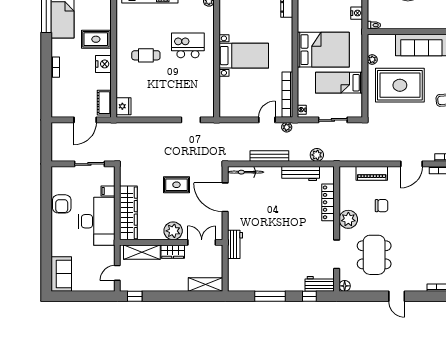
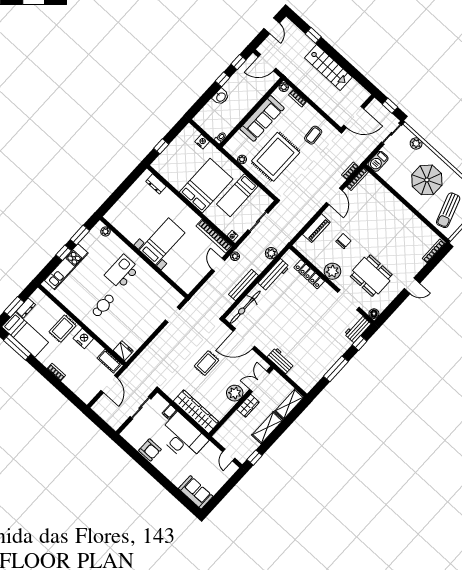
bicycle: (246, 172) -> (245, 307), width x1.37, depth x1.40
shelving: (142, 252) -> (267, 428), moved

